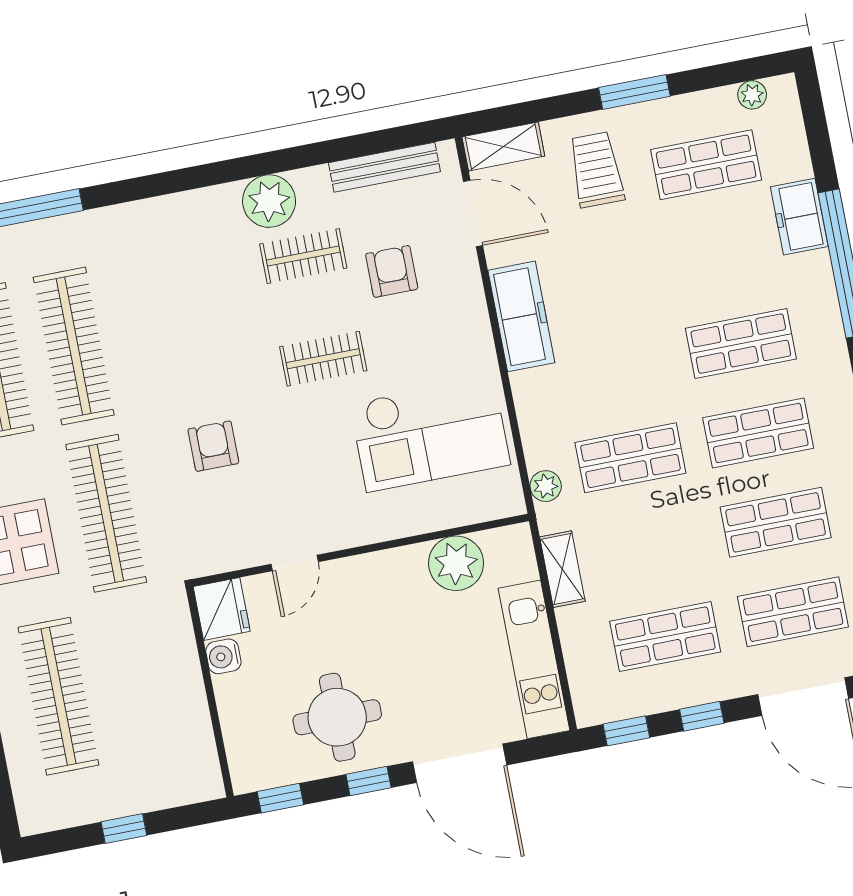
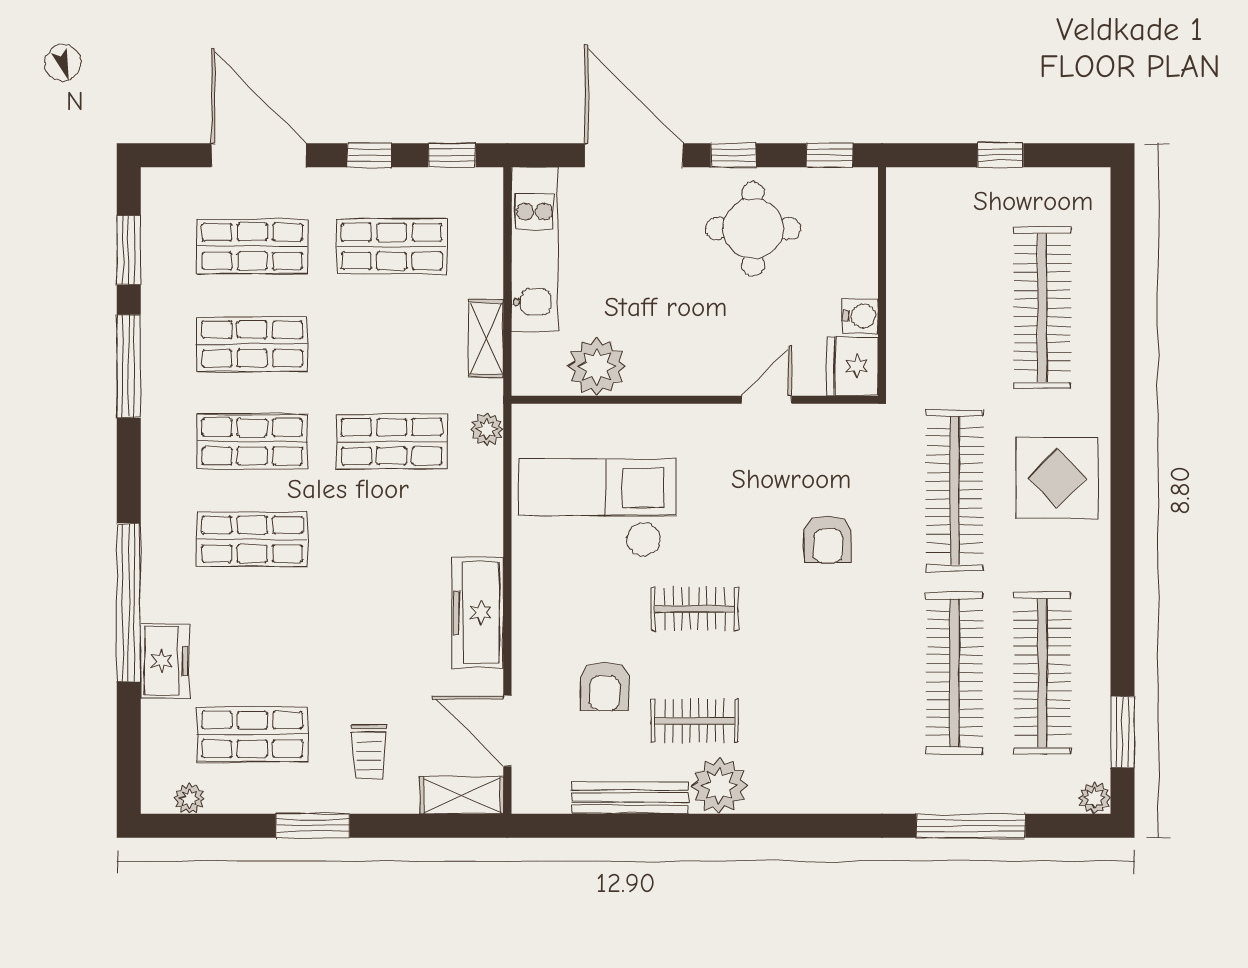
bench: (384, 167) -> (630, 798), moved
trolley: (596, 170) -> (369, 752), width x0.73, depth x0.72

